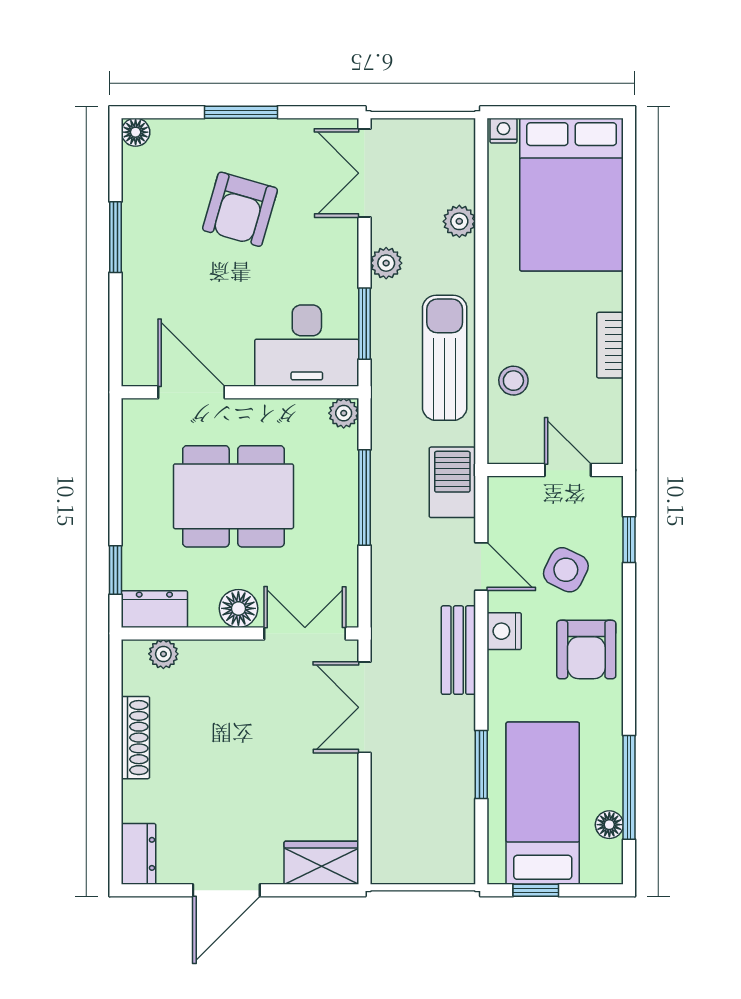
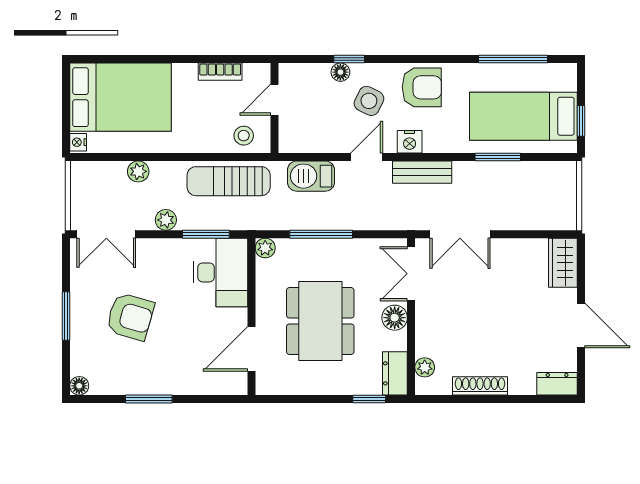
wall: (555, 470) -> (275, 108), moved
door: (568, 470) -> (275, 100), moved
floor lamp: (609, 825) -> (340, 72), moved

